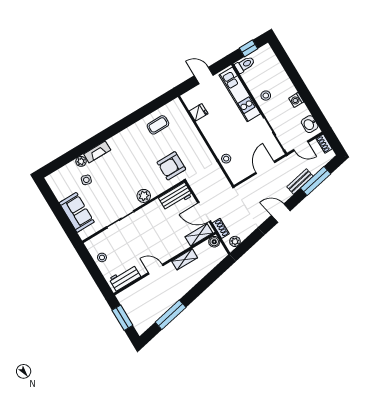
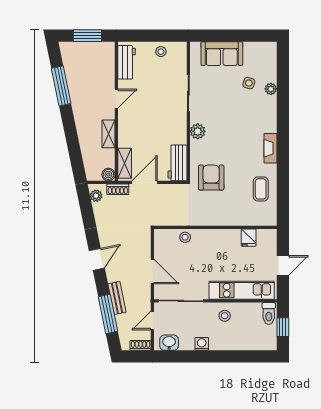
fireplace: (97, 152) -> (270, 148), moved

